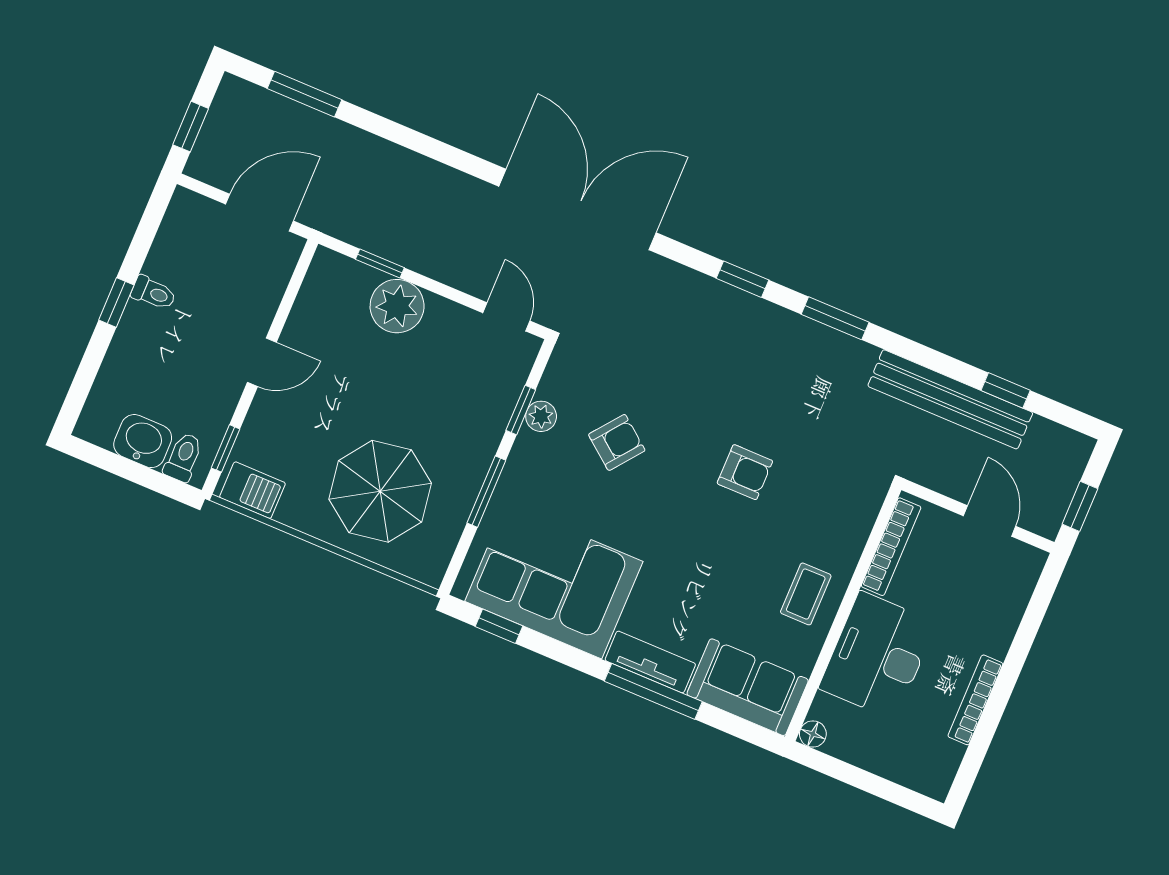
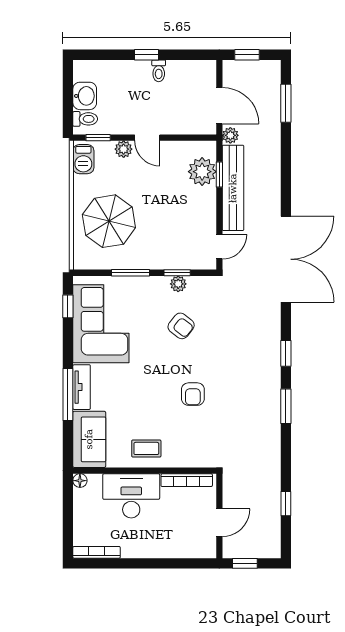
plant: (320, 215) -> (230, 135), added
plant: (397, 306) -> (202, 172), moved
bench: (950, 399) -> (233, 188), moved
plant: (265, 412) -> (124, 149), added
bookcase: (975, 700) -> (97, 552), moved

